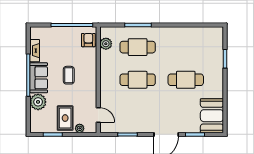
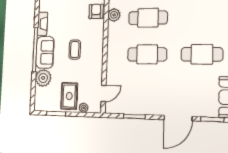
door: (98, 115) -> (104, 93), hinge flipped

